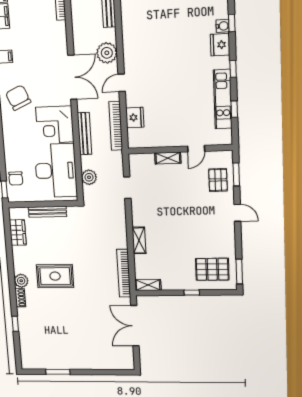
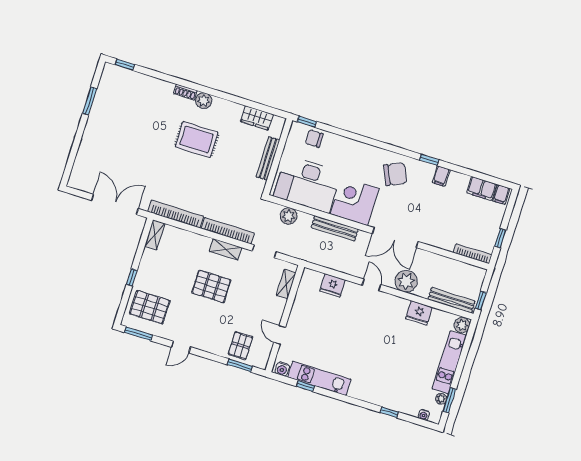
water cooler: (223, 26) -> (282, 369), moved
fridge: (220, 45) -> (419, 313), moved, turned 180
window: (233, 69) -> (345, 398), removed
bookcase: (116, 126) -> (228, 231), moved
shelving: (168, 158) -> (286, 284), moved
pallet: (218, 180) -> (240, 346), turned 90
door: (237, 213) -> (181, 347), moved
pallet: (175, 223) -> (211, 286), added
shelving: (139, 240) -> (225, 249), moved
pallet: (212, 269) -> (150, 307), turned 90
rug: (55, 276) -> (197, 140), turned 90
window: (15, 324) -> (125, 65), moved

